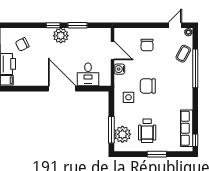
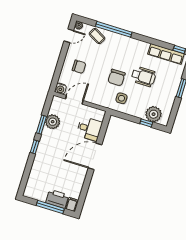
door: (175, 25) -> (69, 36), swing flipped
plant: (61, 36) -> (53, 122), moved
chair: (22, 44) -> (43, 180), removed
water cooler: (119, 69) -> (61, 89), moved
window: (111, 130) -> (146, 123), width x0.46
wheelchair: (147, 131) -> (143, 76), moved

